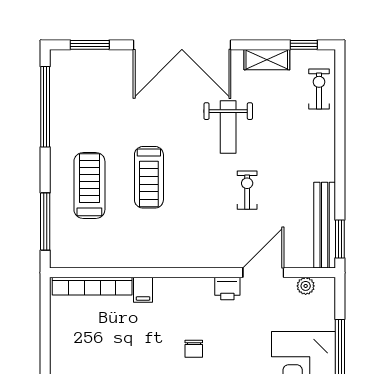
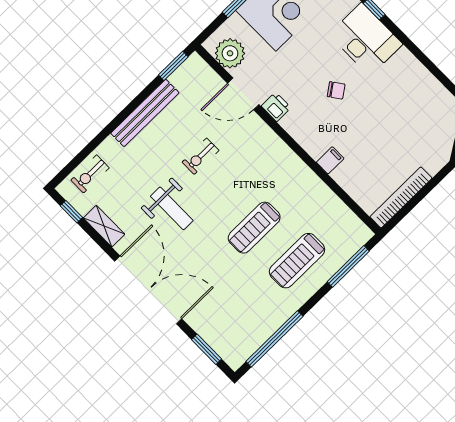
weight bench: (228, 127) -> (172, 208), turned 90
treadmill: (149, 177) -> (254, 228), turned 180
bench: (325, 225) -> (145, 113), moved
bookcase: (92, 286) -> (401, 197), moved, turned -90
plant: (306, 286) -> (230, 53), width x1.87, depth x1.87
chair: (194, 349) -> (336, 90), turned 54

